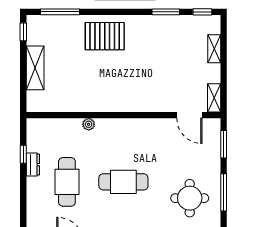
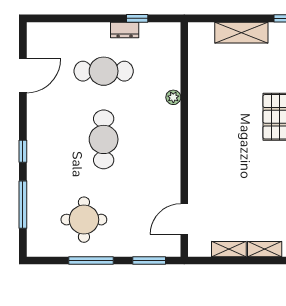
shelving: (214, 98) -> (229, 249), moved

